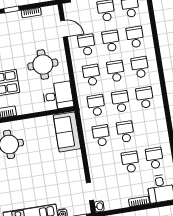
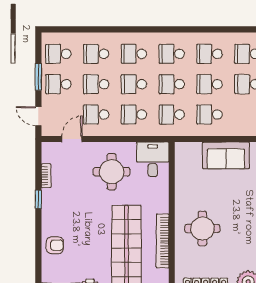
school desk: (150, 128) -> (210, 54), added
sofa: (67, 132) -> (226, 155), moved

